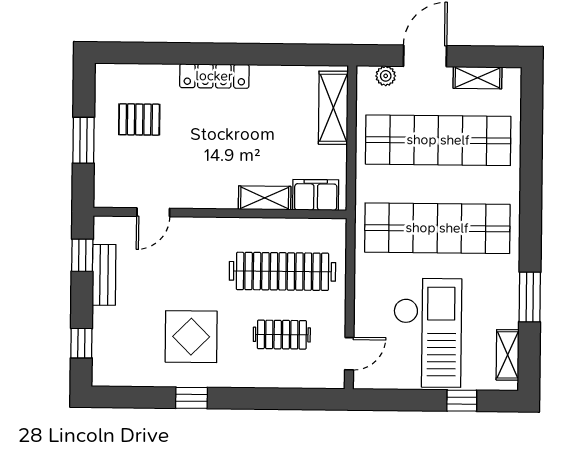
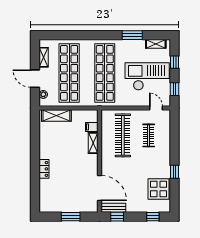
locker: (214, 76) -> (44, 169), width x0.66
pallet: (139, 119) -> (62, 194), removed
filing cabinet: (316, 195) -> (92, 127), width x0.50
door: (153, 212) -> (100, 188), width x1.87
bench: (104, 275) -> (113, 208), moved
display table: (191, 337) -> (159, 189), moved
window: (395, 400) -> (175, 89), added

